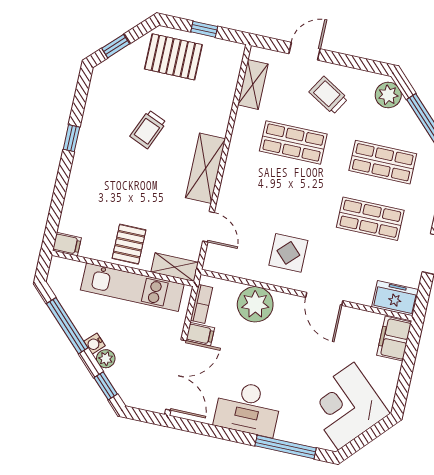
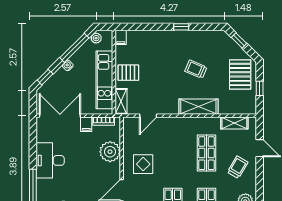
shelving: (206, 168) -> (198, 107), moved
plant: (106, 359) -> (96, 38), moved
double door: (176, 375) -> (60, 116), swing flipped

